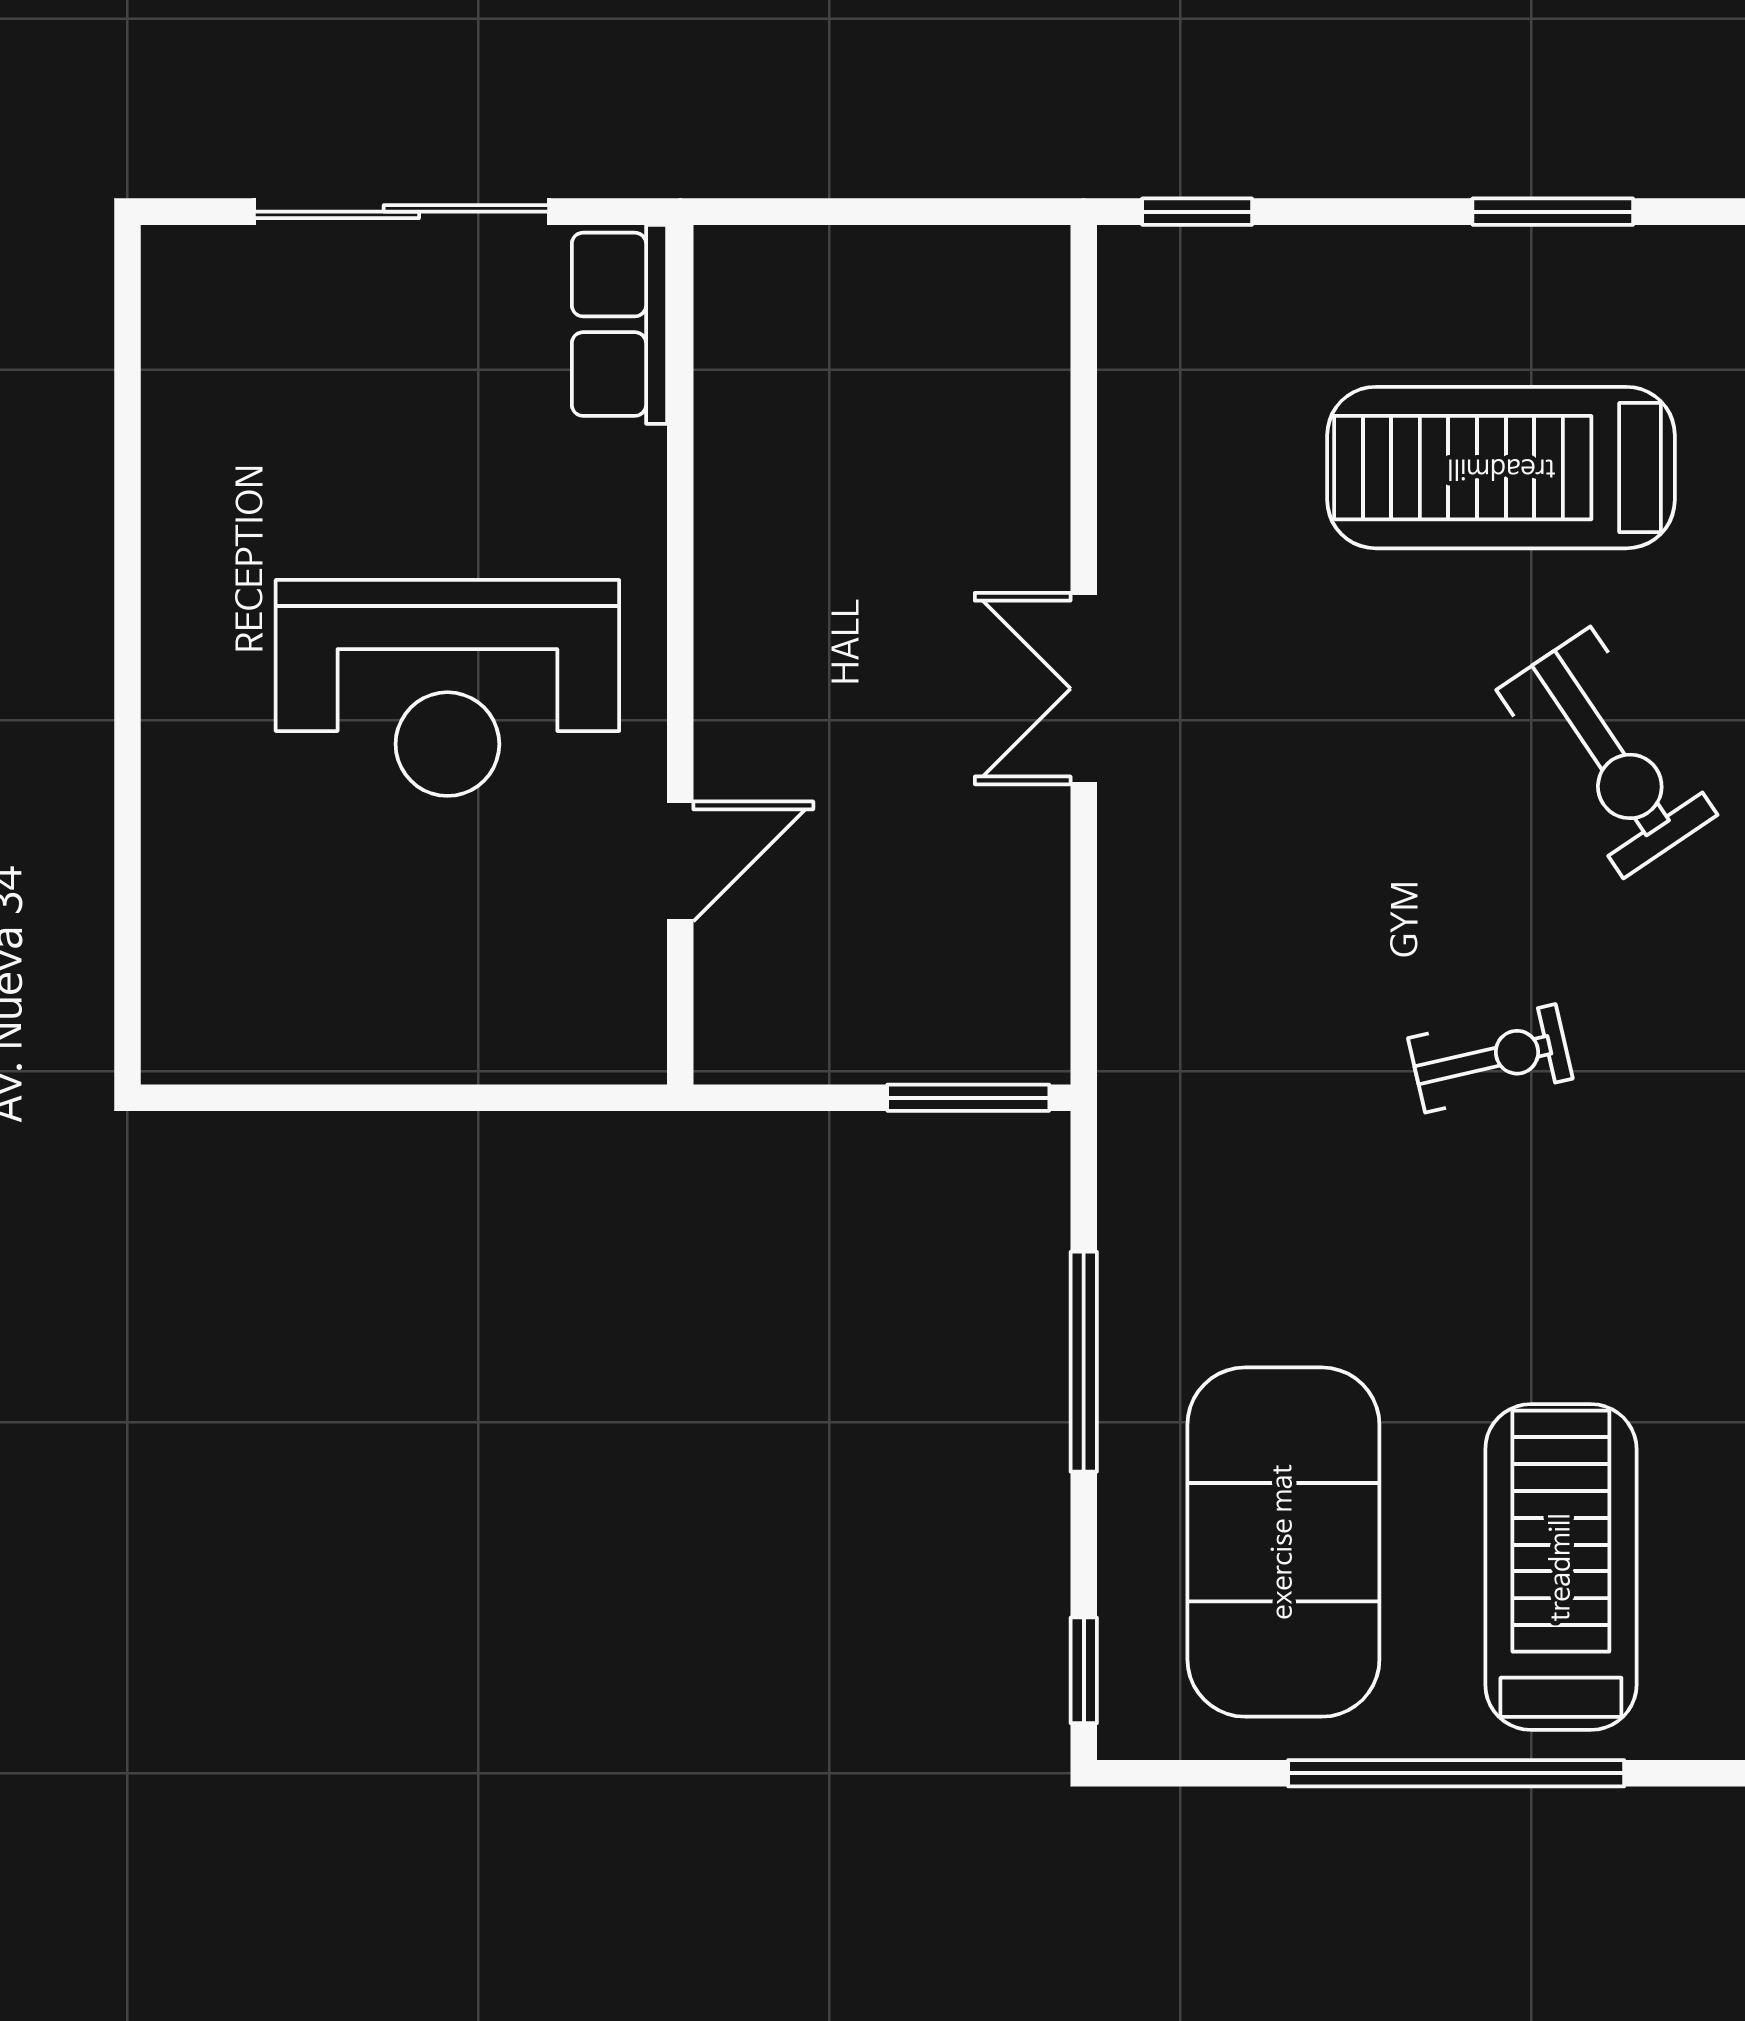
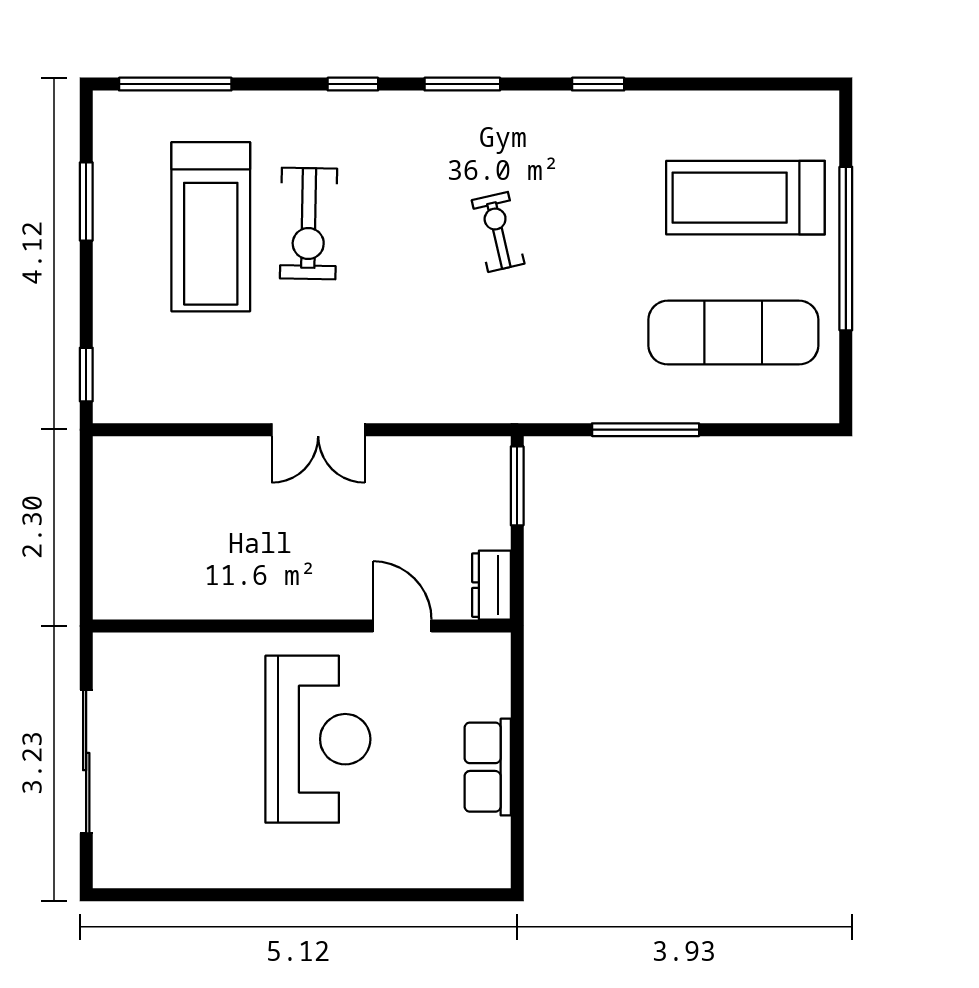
row of seats: (619, 324) -> (488, 767), moved, turned 90
exercise bike: (1607, 752) -> (309, 224), moved, turned 125
dresser: (764, 1045) -> (491, 585), added
exercise mat: (1283, 1542) -> (733, 333), width x0.68
window: (1084, 1670) -> (796, 430), removed

